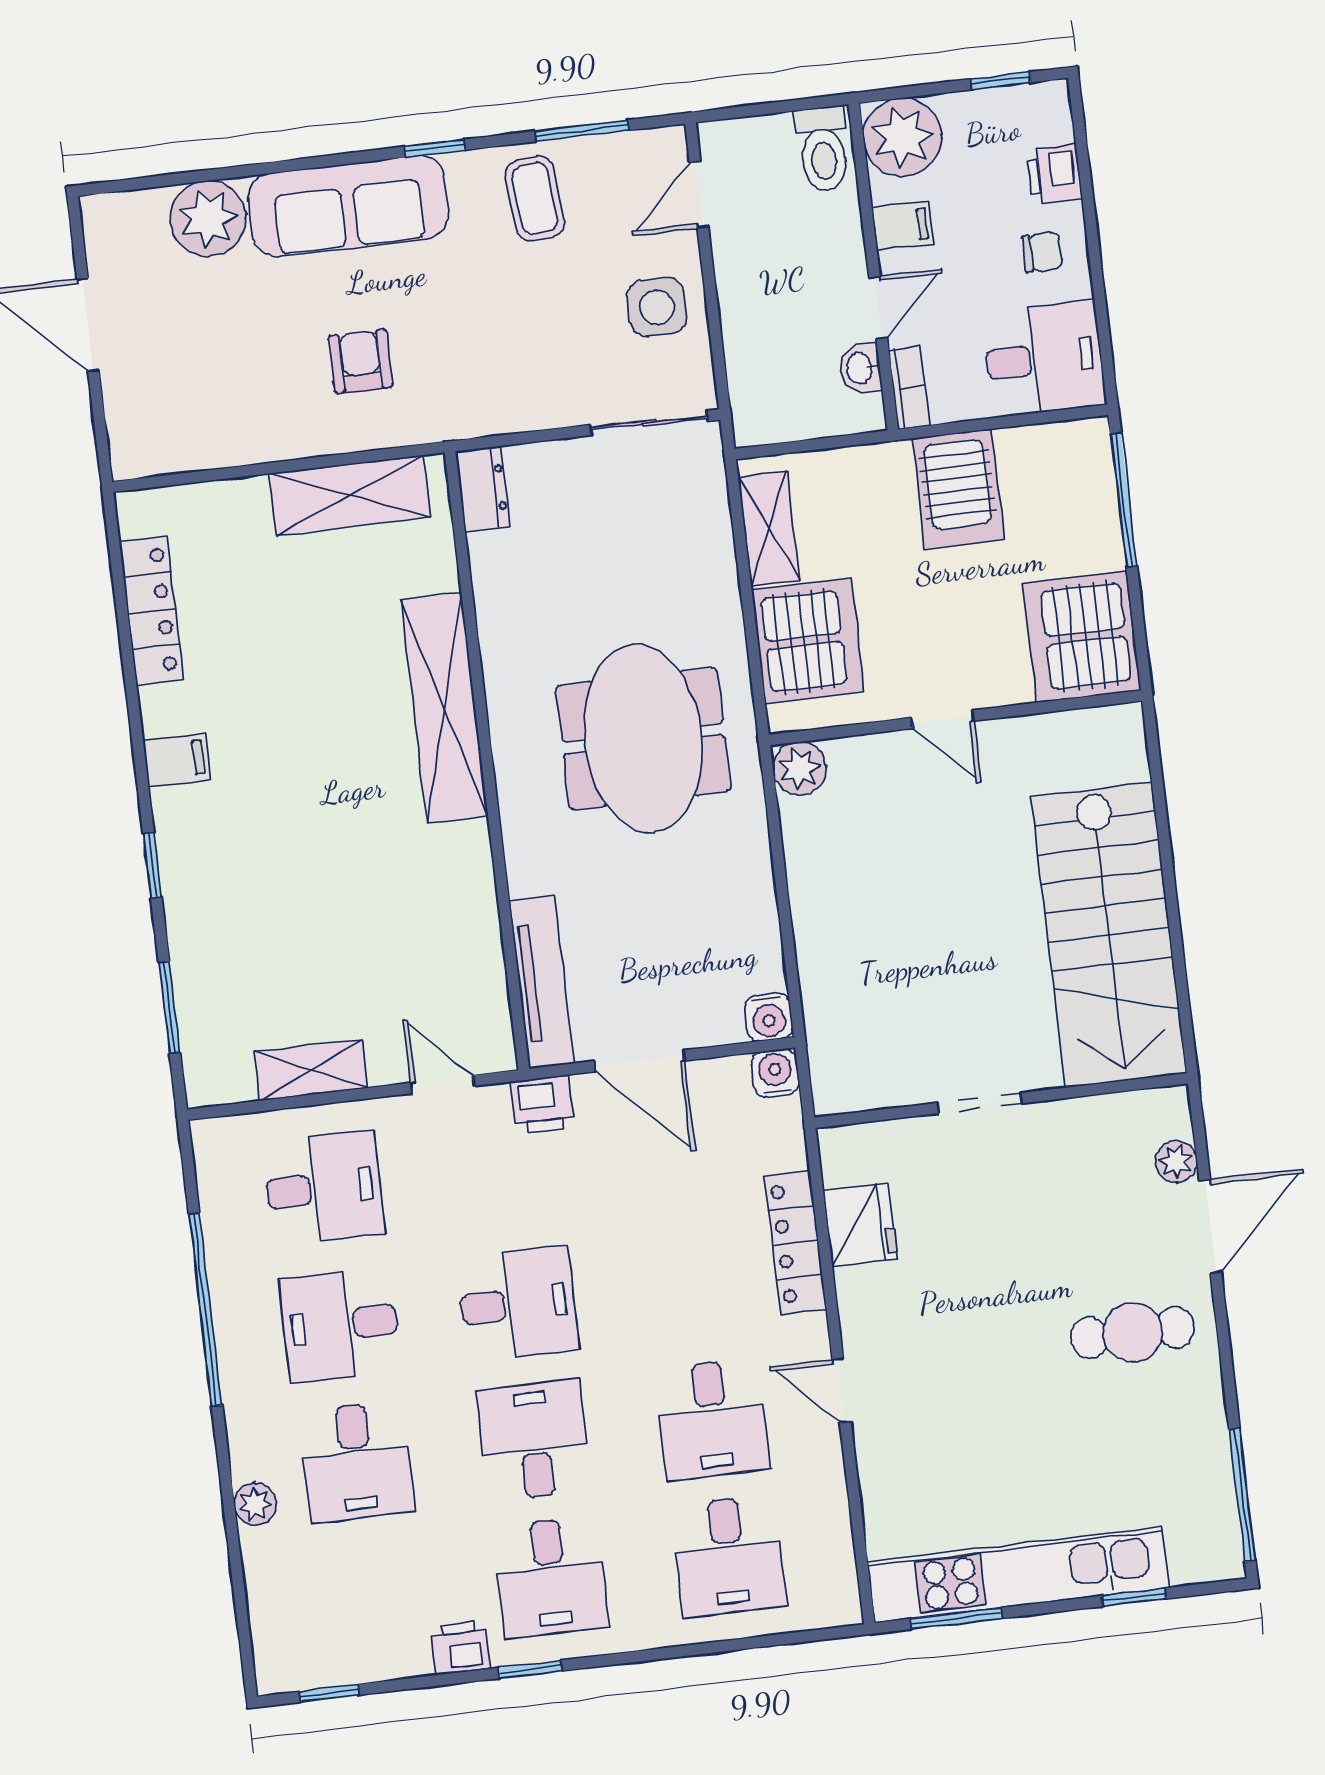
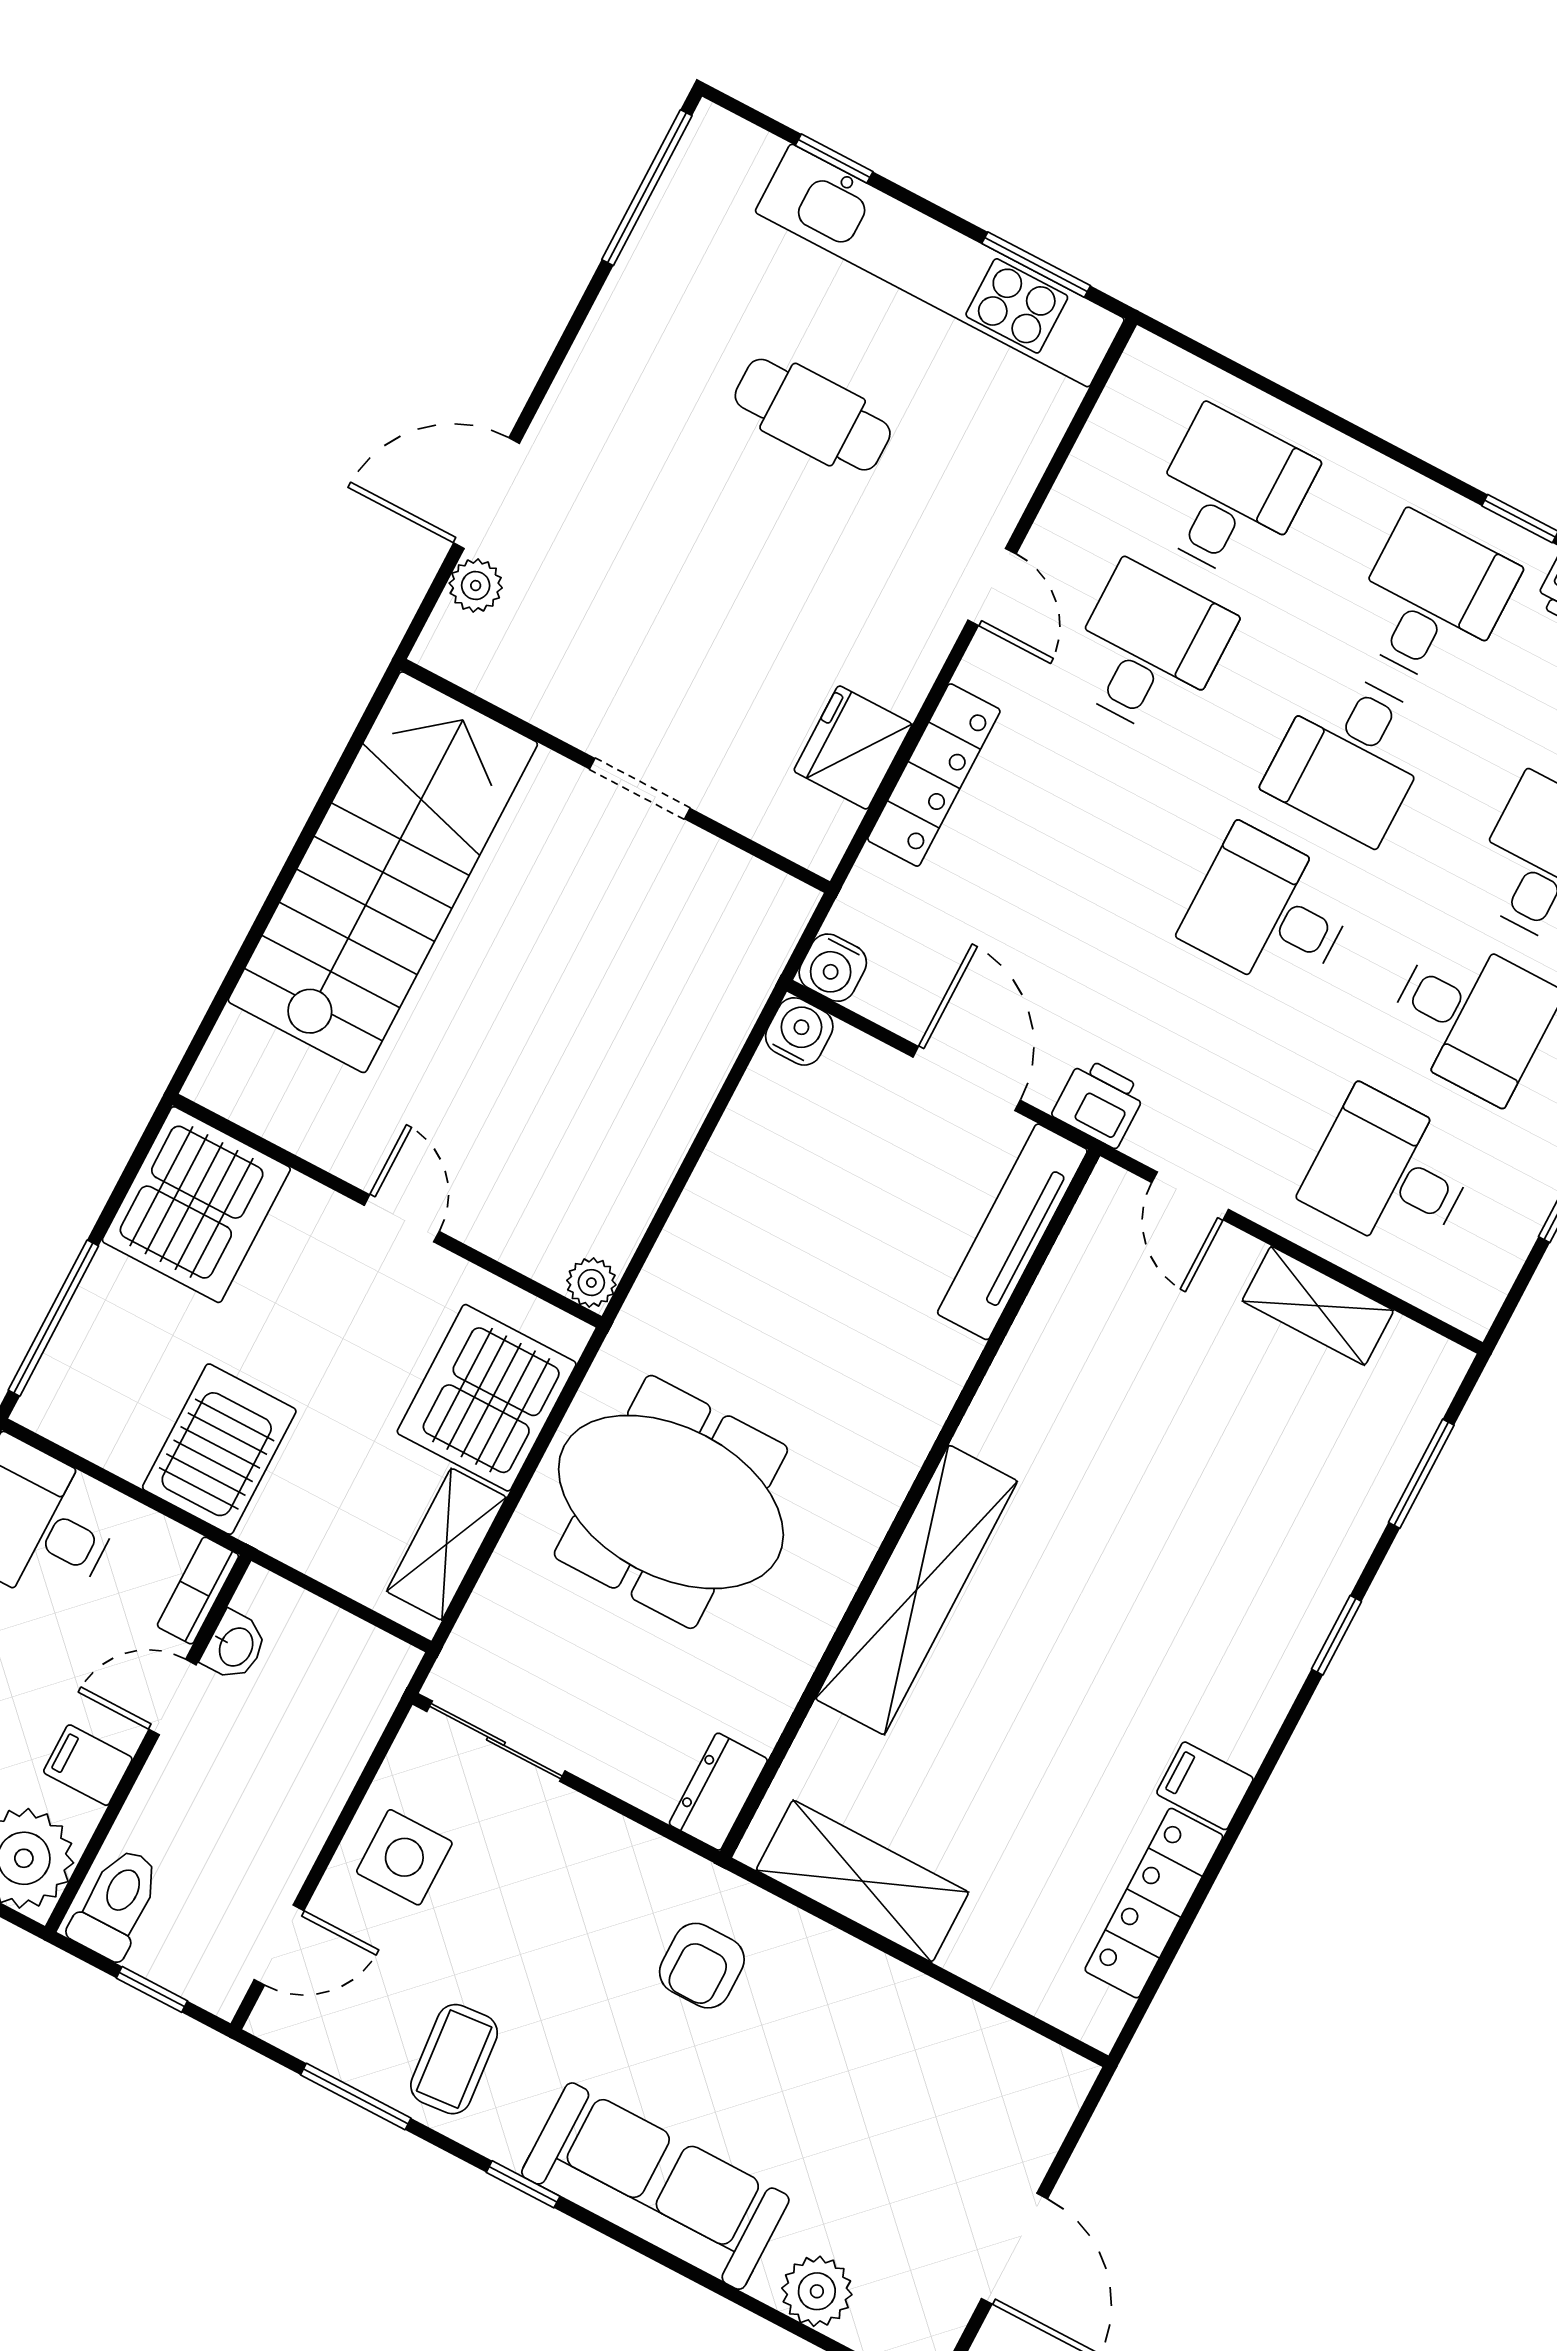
window: (761, 109) -> (152, 1989), added
plant: (208, 218) -> (817, 2291), width x0.73, depth x0.73
armchair: (361, 361) -> (702, 1966), moved
meeting table: (643, 739) -> (671, 1502), moved, turned 90
filing cabinet: (177, 760) -> (1205, 1786), moved
plant: (799, 768) -> (591, 1283), width x0.73, depth x0.73
cafe table: (1133, 1333) -> (813, 415), moved

